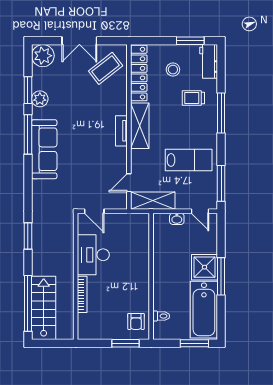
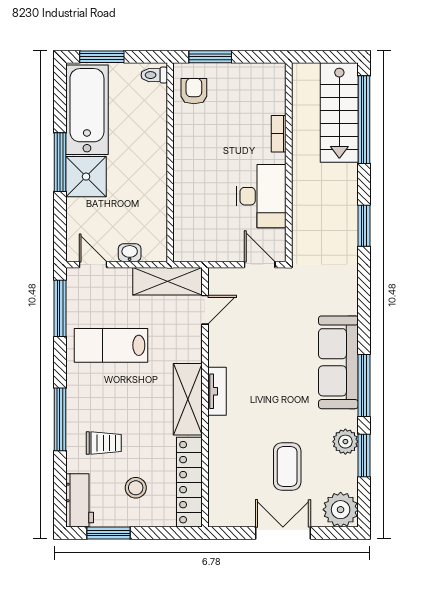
coffee table: (106, 68) -> (287, 466), moved, turned -52
bookcase: (82, 294) -> (279, 134), width x0.64
toilet: (161, 316) -> (154, 75), moved

